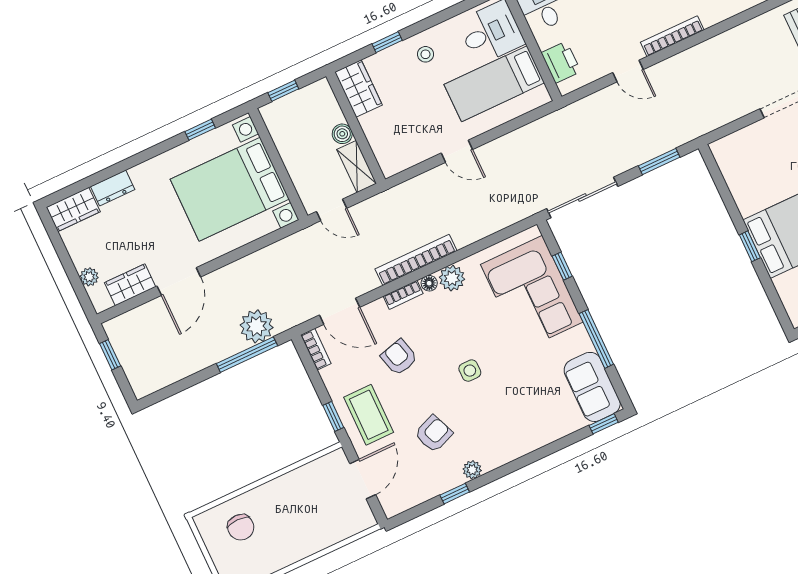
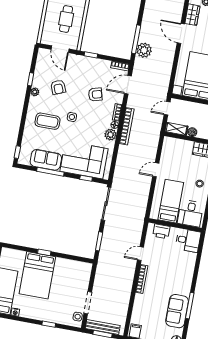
sofa: (592, 387) -> (46, 160), moved
coffee table: (369, 415) -> (47, 121), moved
cafe table: (300, 507) -> (66, 19), added

